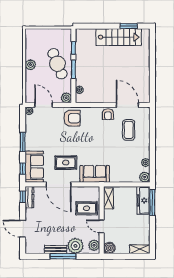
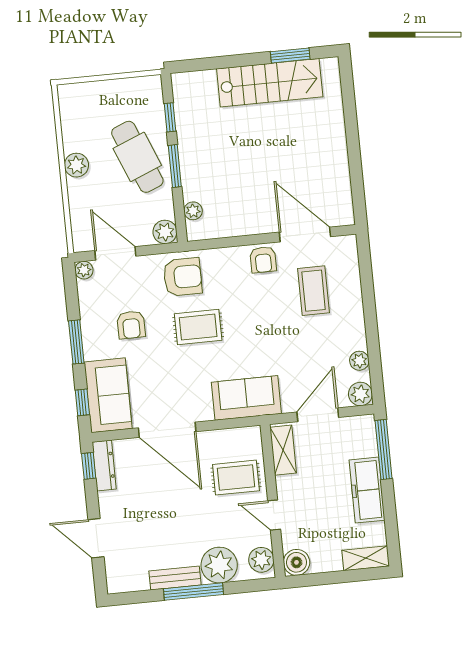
armchair: (47, 137) -> (131, 325), added
rug: (66, 163) -> (198, 327), moved
door: (125, 184) -> (318, 415), added
freezer: (143, 200) -> (367, 490), moved

